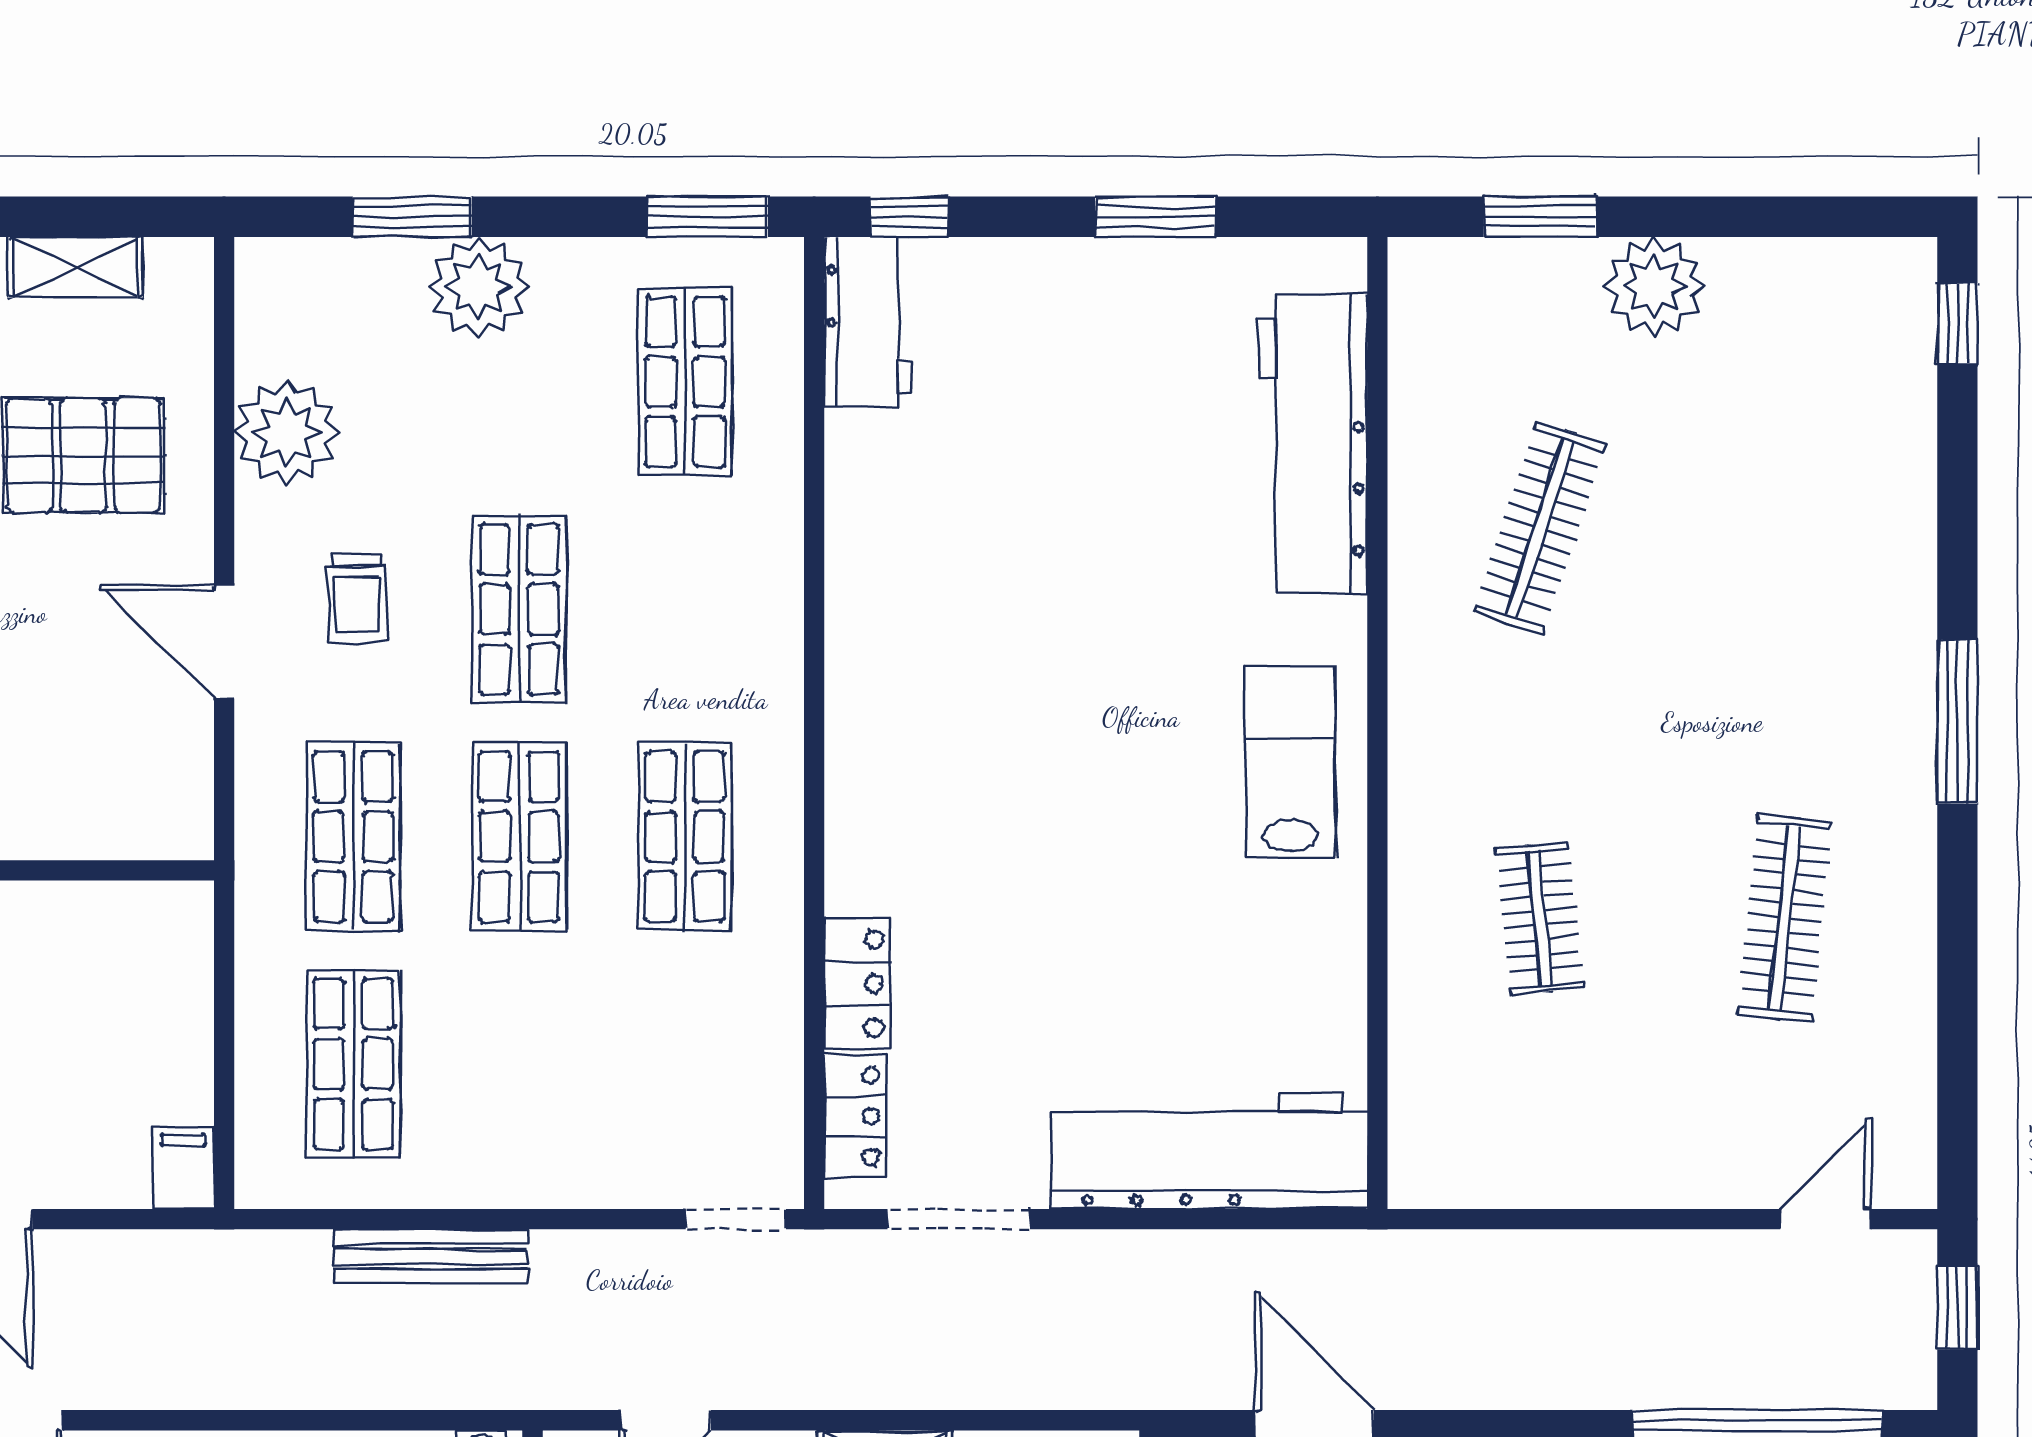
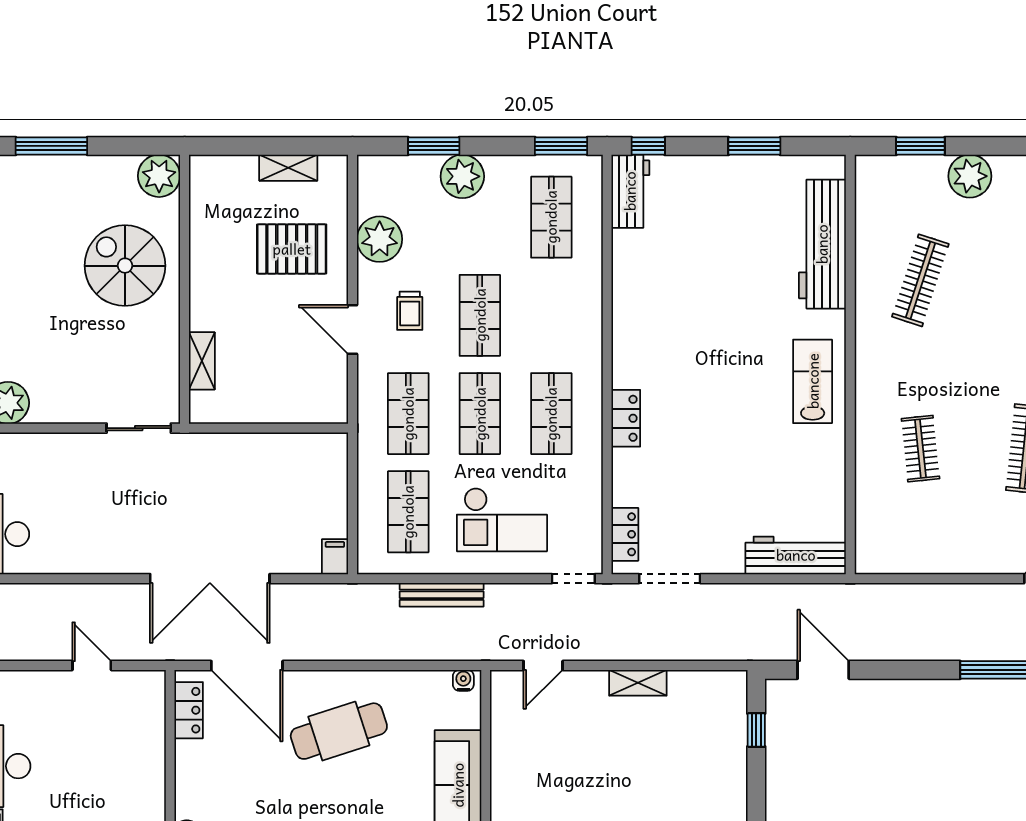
locker: (857, 984) -> (626, 418), moved
checkout: (570, 1082) -> (502, 520), added
workbench: (1209, 1151) -> (796, 555), width x0.73, depth x0.76

